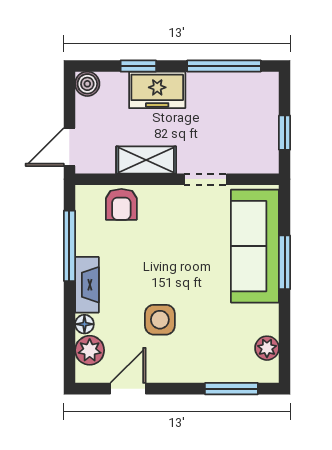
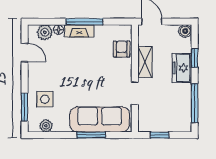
armchair: (121, 204) -> (122, 49), turned 90
window: (69, 246) -> (84, 22), moved
side table: (160, 320) -> (45, 99), moved

